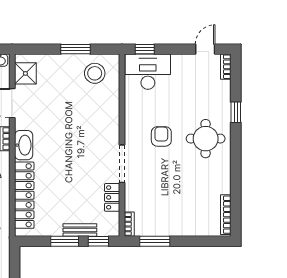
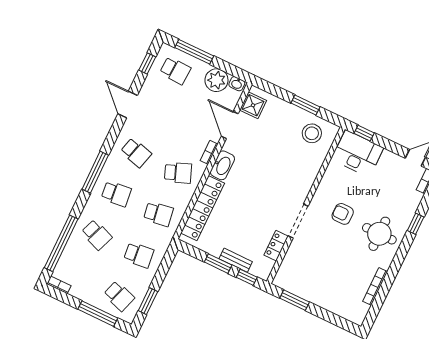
armchair: (161, 136) -> (343, 214), turned -90
bookcase: (226, 215) -> (375, 286), moved
bookcase: (129, 224) -> (280, 275), removed

